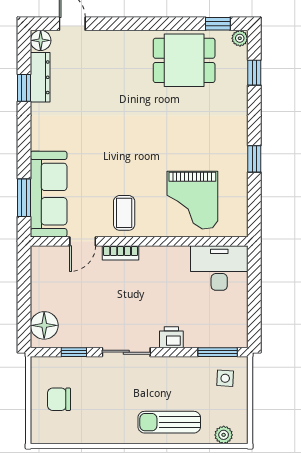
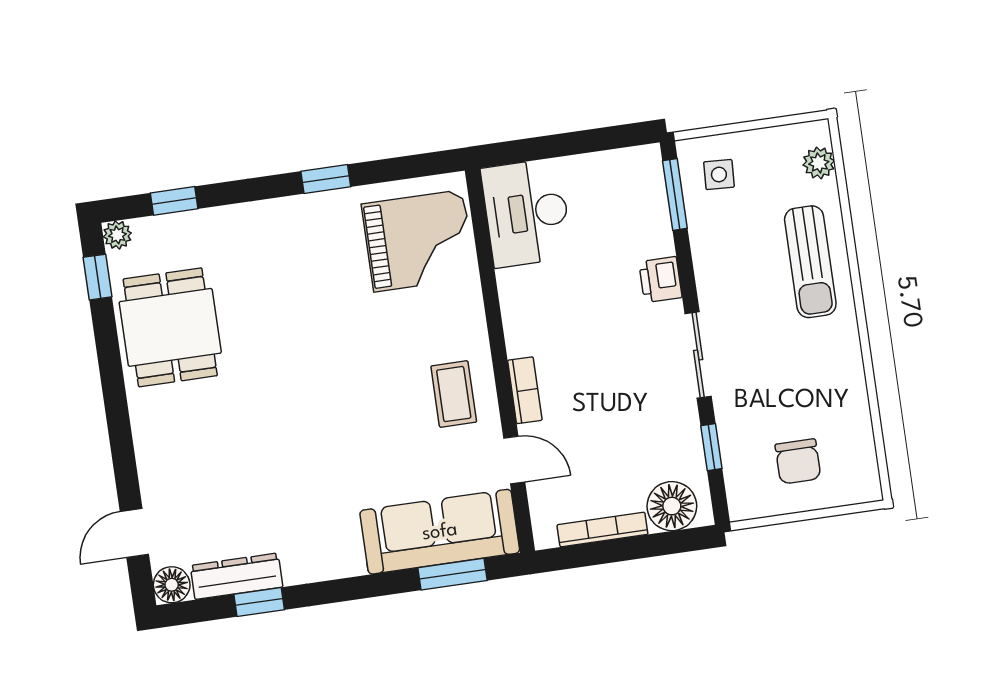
grand piano: (192, 200) -> (418, 241), moved
coffee table: (124, 213) -> (454, 394), turned 90
bookcase: (37, 285) -> (602, 530), added

